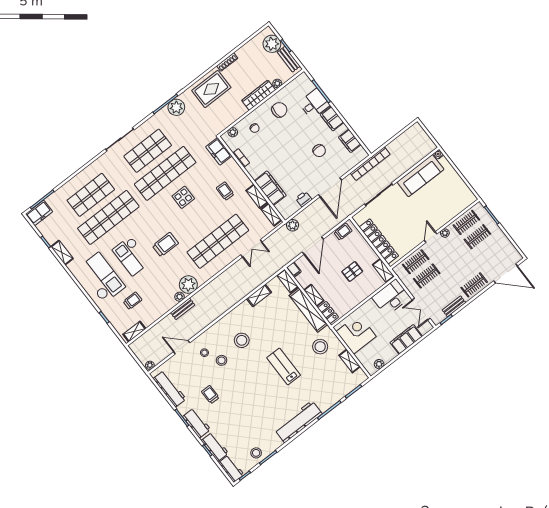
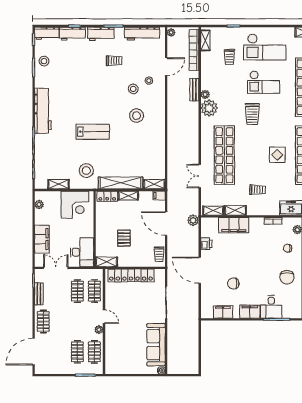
bookcase: (370, 164) -> (194, 50), moved
checkout: (132, 256) -> (263, 82), turned 180
shelving: (259, 296) -> (160, 154), removed

